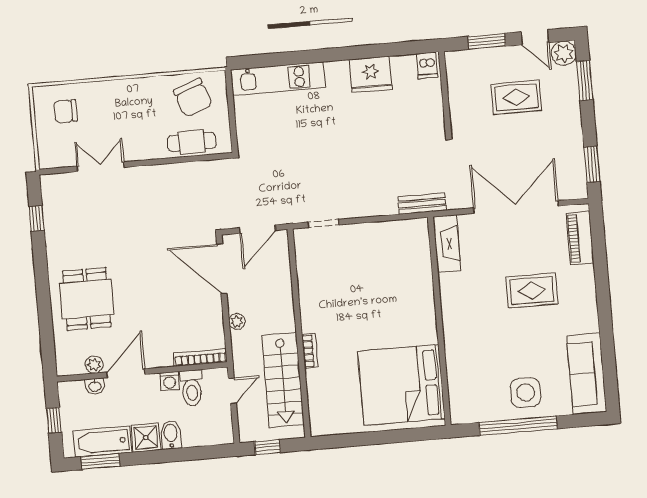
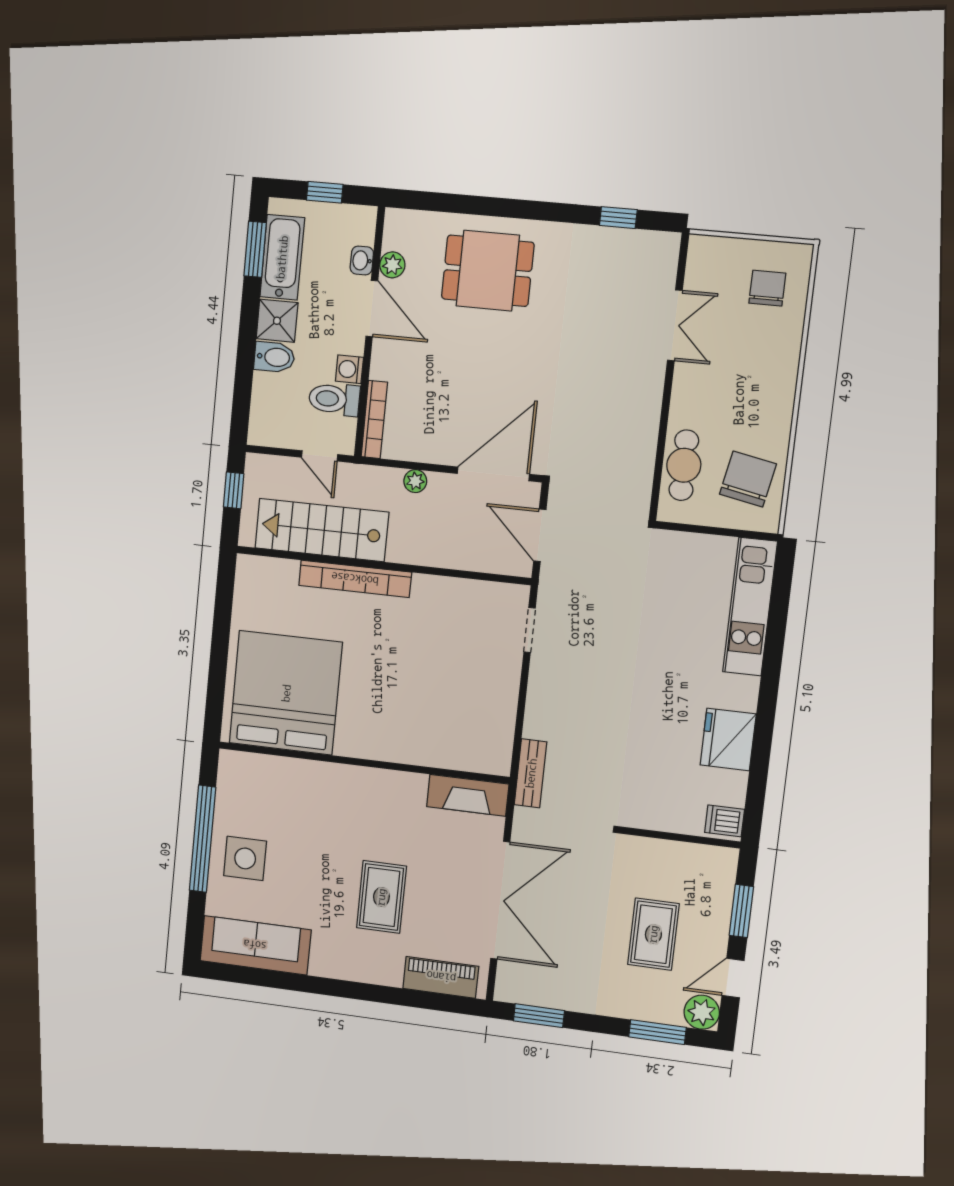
chair: (193, 98) -> (748, 479), turned 122
bookcase: (310, 351) -> (355, 579), width x2.31, depth x1.31

